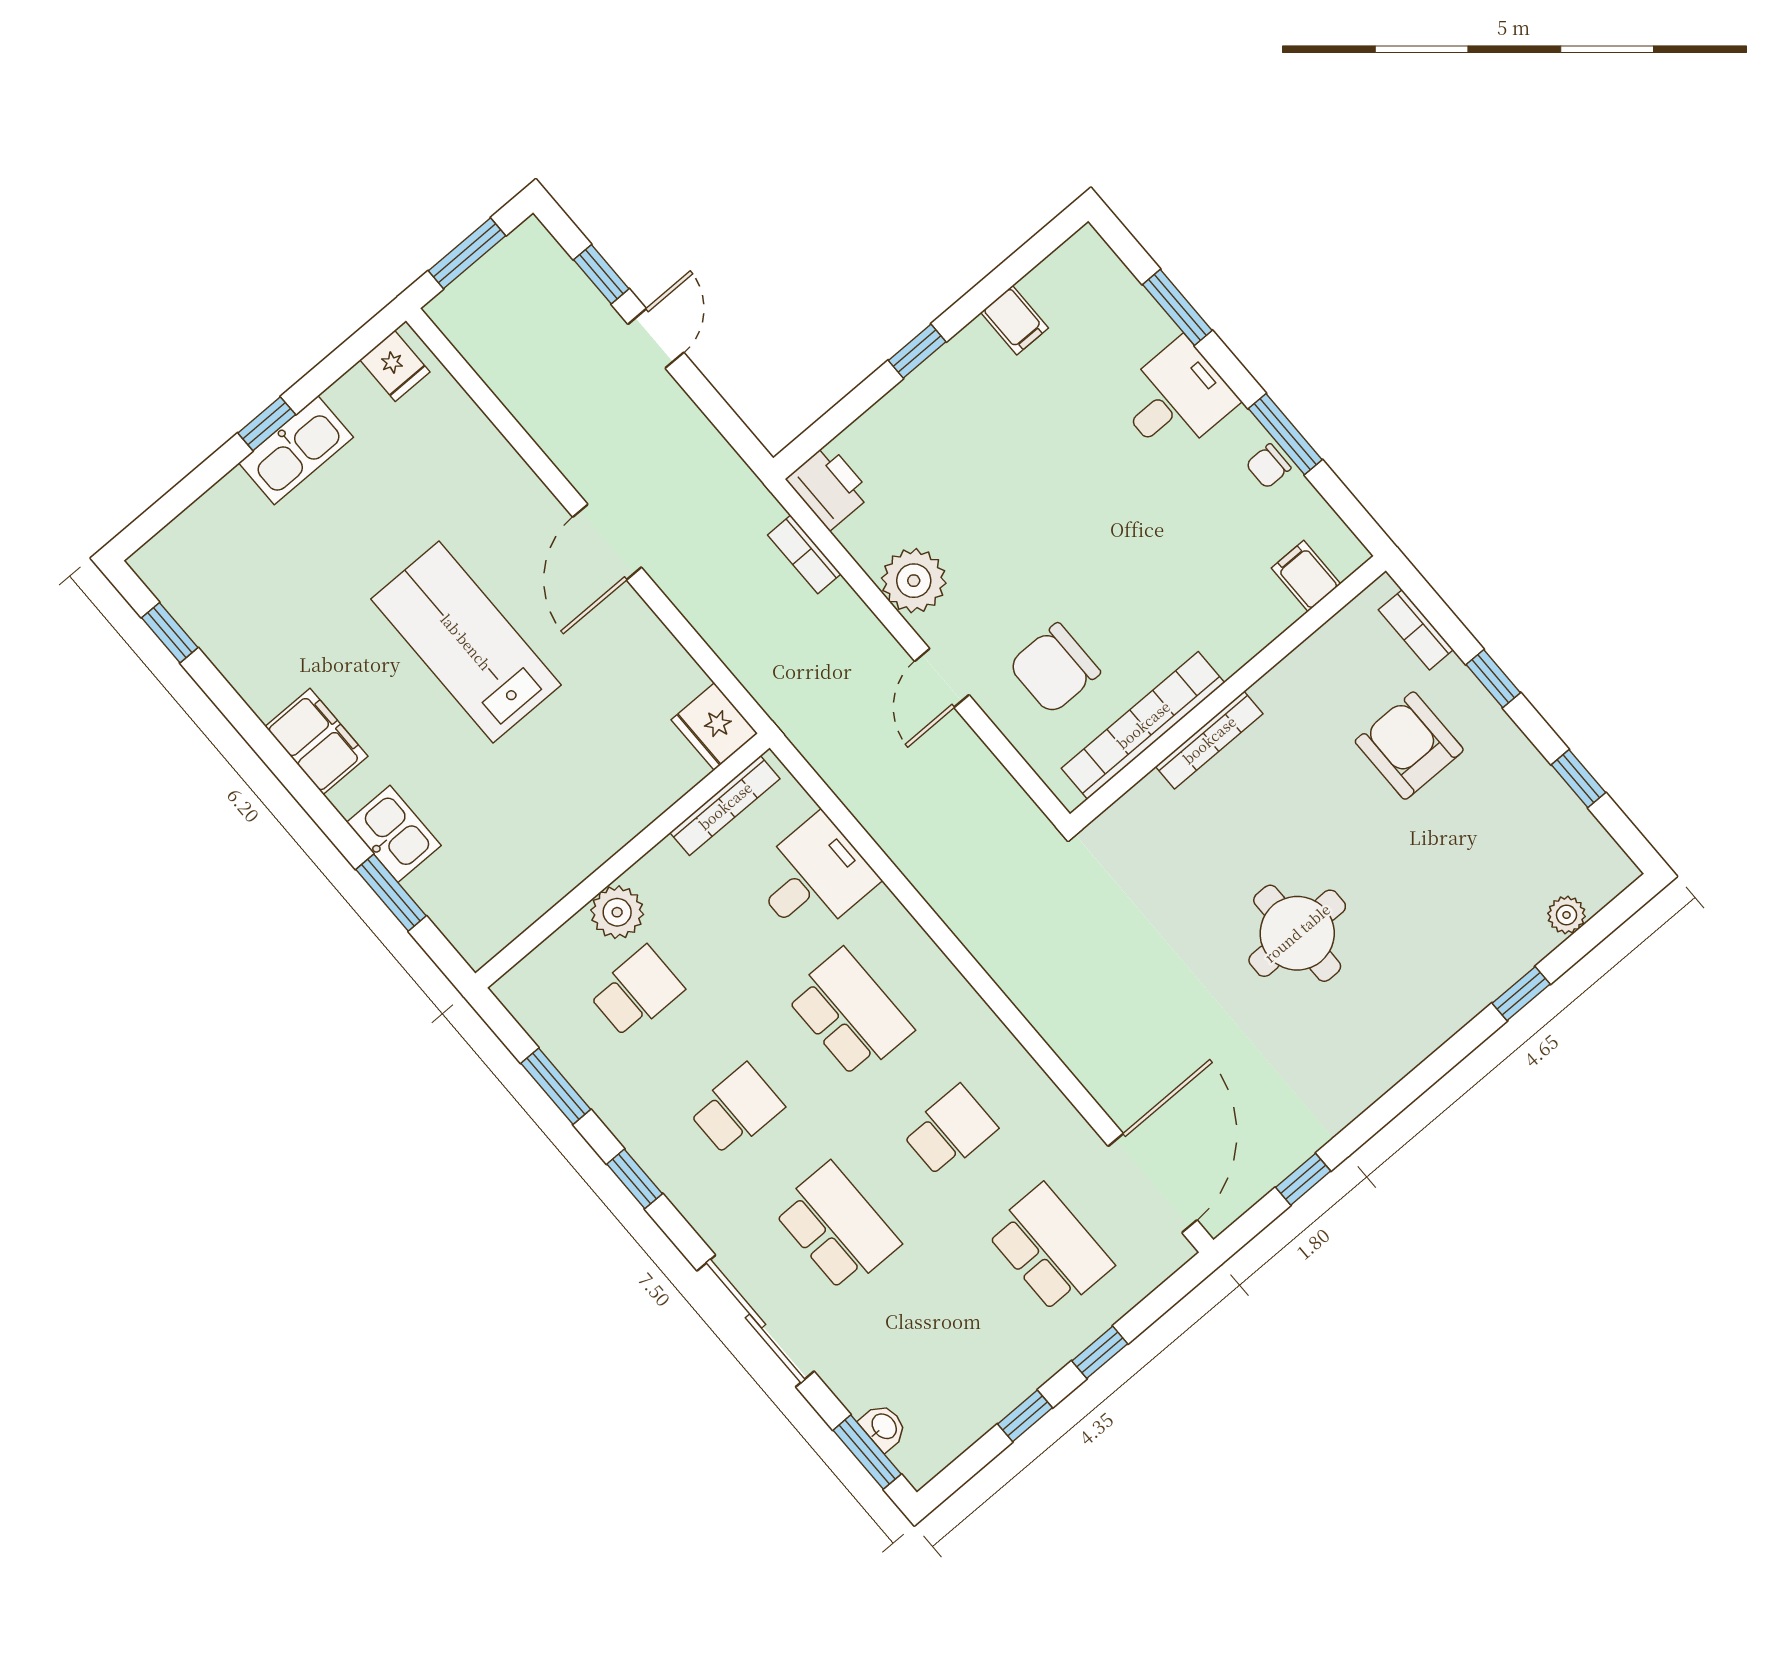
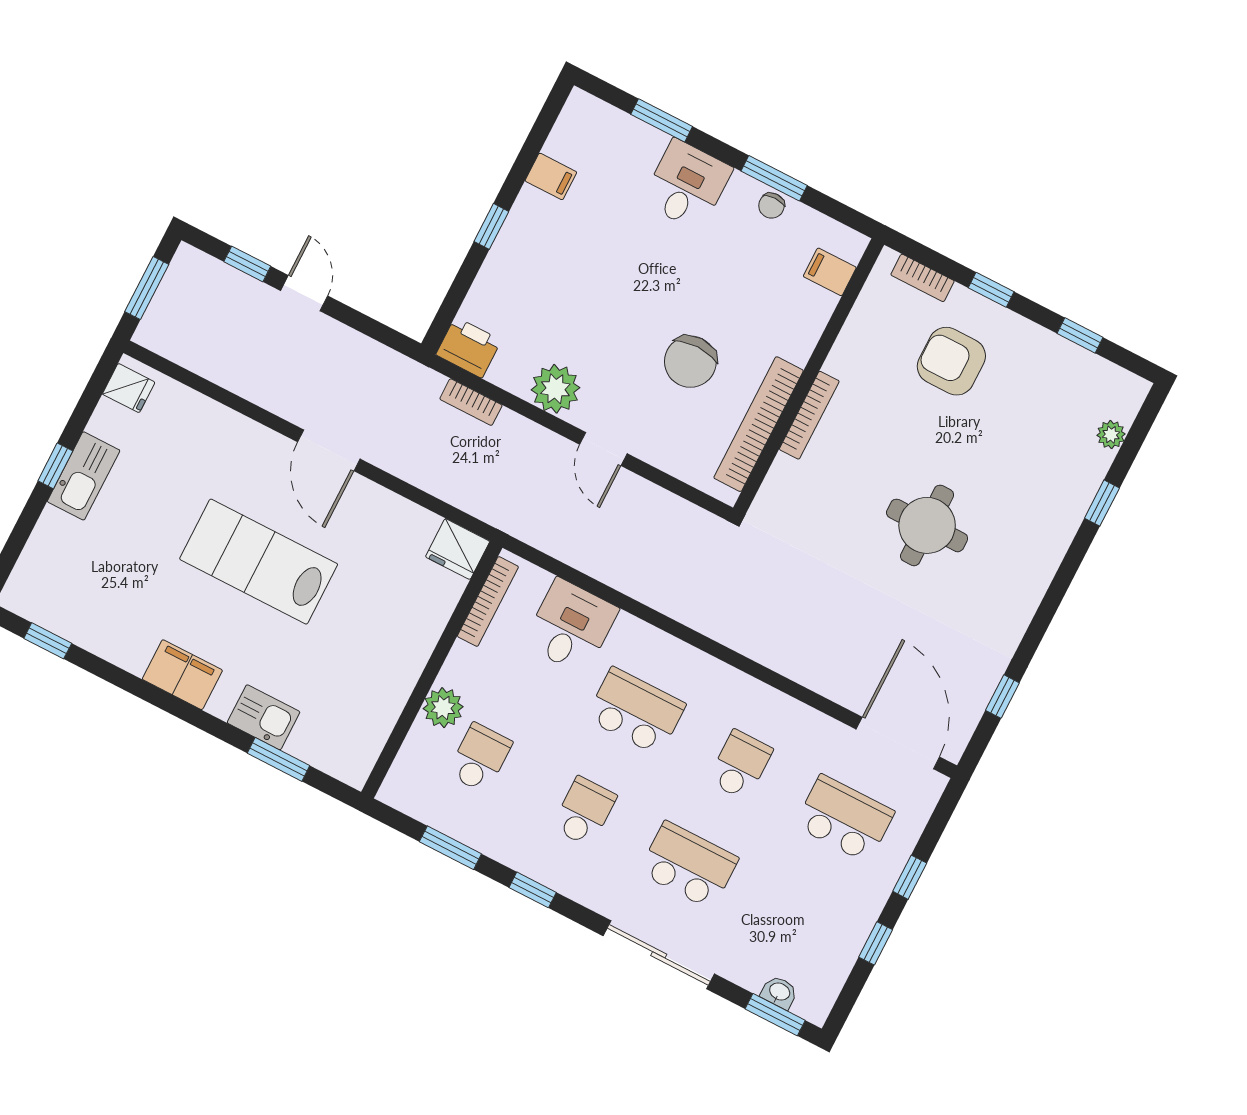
chair: (1054, 669) -> (690, 362), moved

